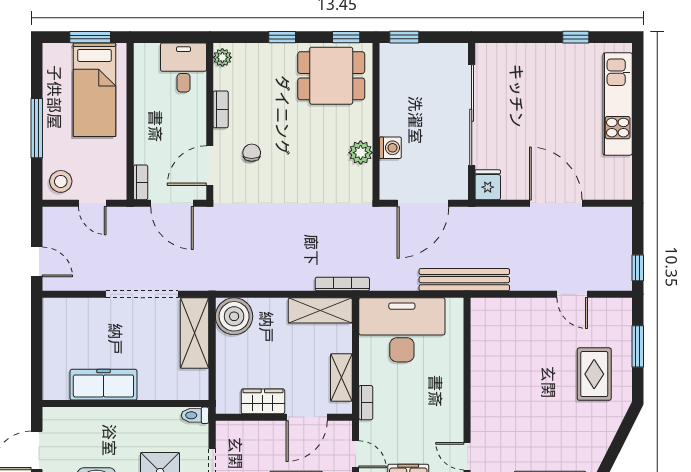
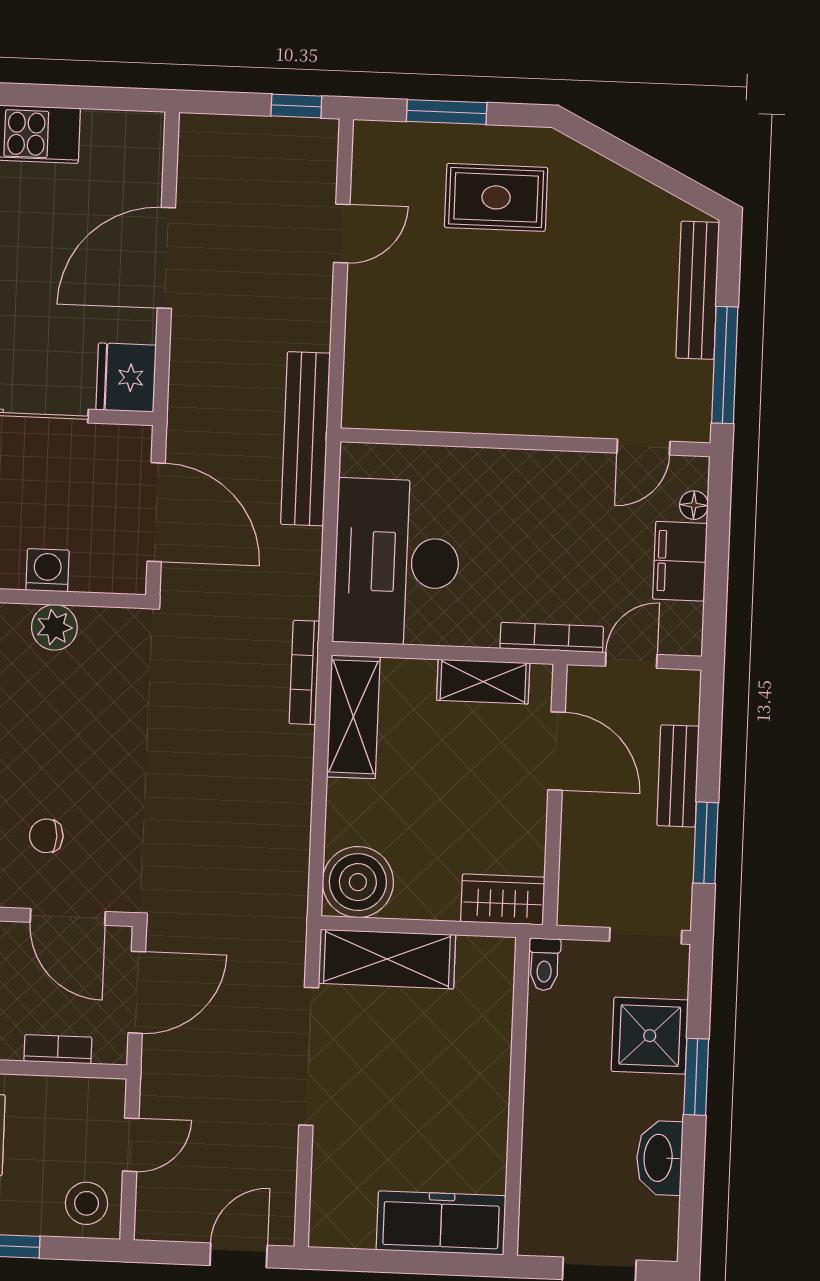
bookcase: (141, 182) -> (58, 1049), moved
fridge: (488, 185) -> (126, 377), width x1.38
freezer: (103, 385) -> (441, 1223), moved, turned 90
wardrobe: (263, 401) -> (503, 899), moved, turned 90
bookcase: (366, 403) -> (552, 637), width x1.56

